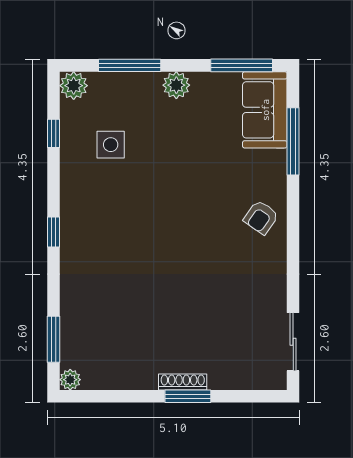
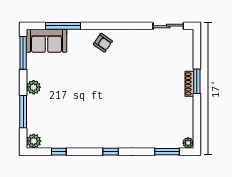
side table: (111, 145) -> (65, 122), removed

